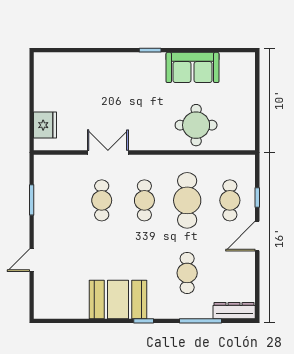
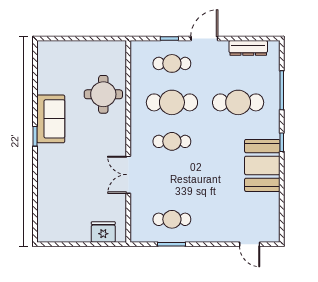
sofa: (193, 67) -> (51, 119), moved
cafe table: (102, 200) -> (172, 219), moved
door: (257, 236) -> (204, 39), swing flipped
door: (32, 260) -> (250, 244), moved
cafe table: (187, 273) -> (238, 102), width x1.37, depth x1.35
dresser: (234, 311) -> (248, 48), moved, turned -90

